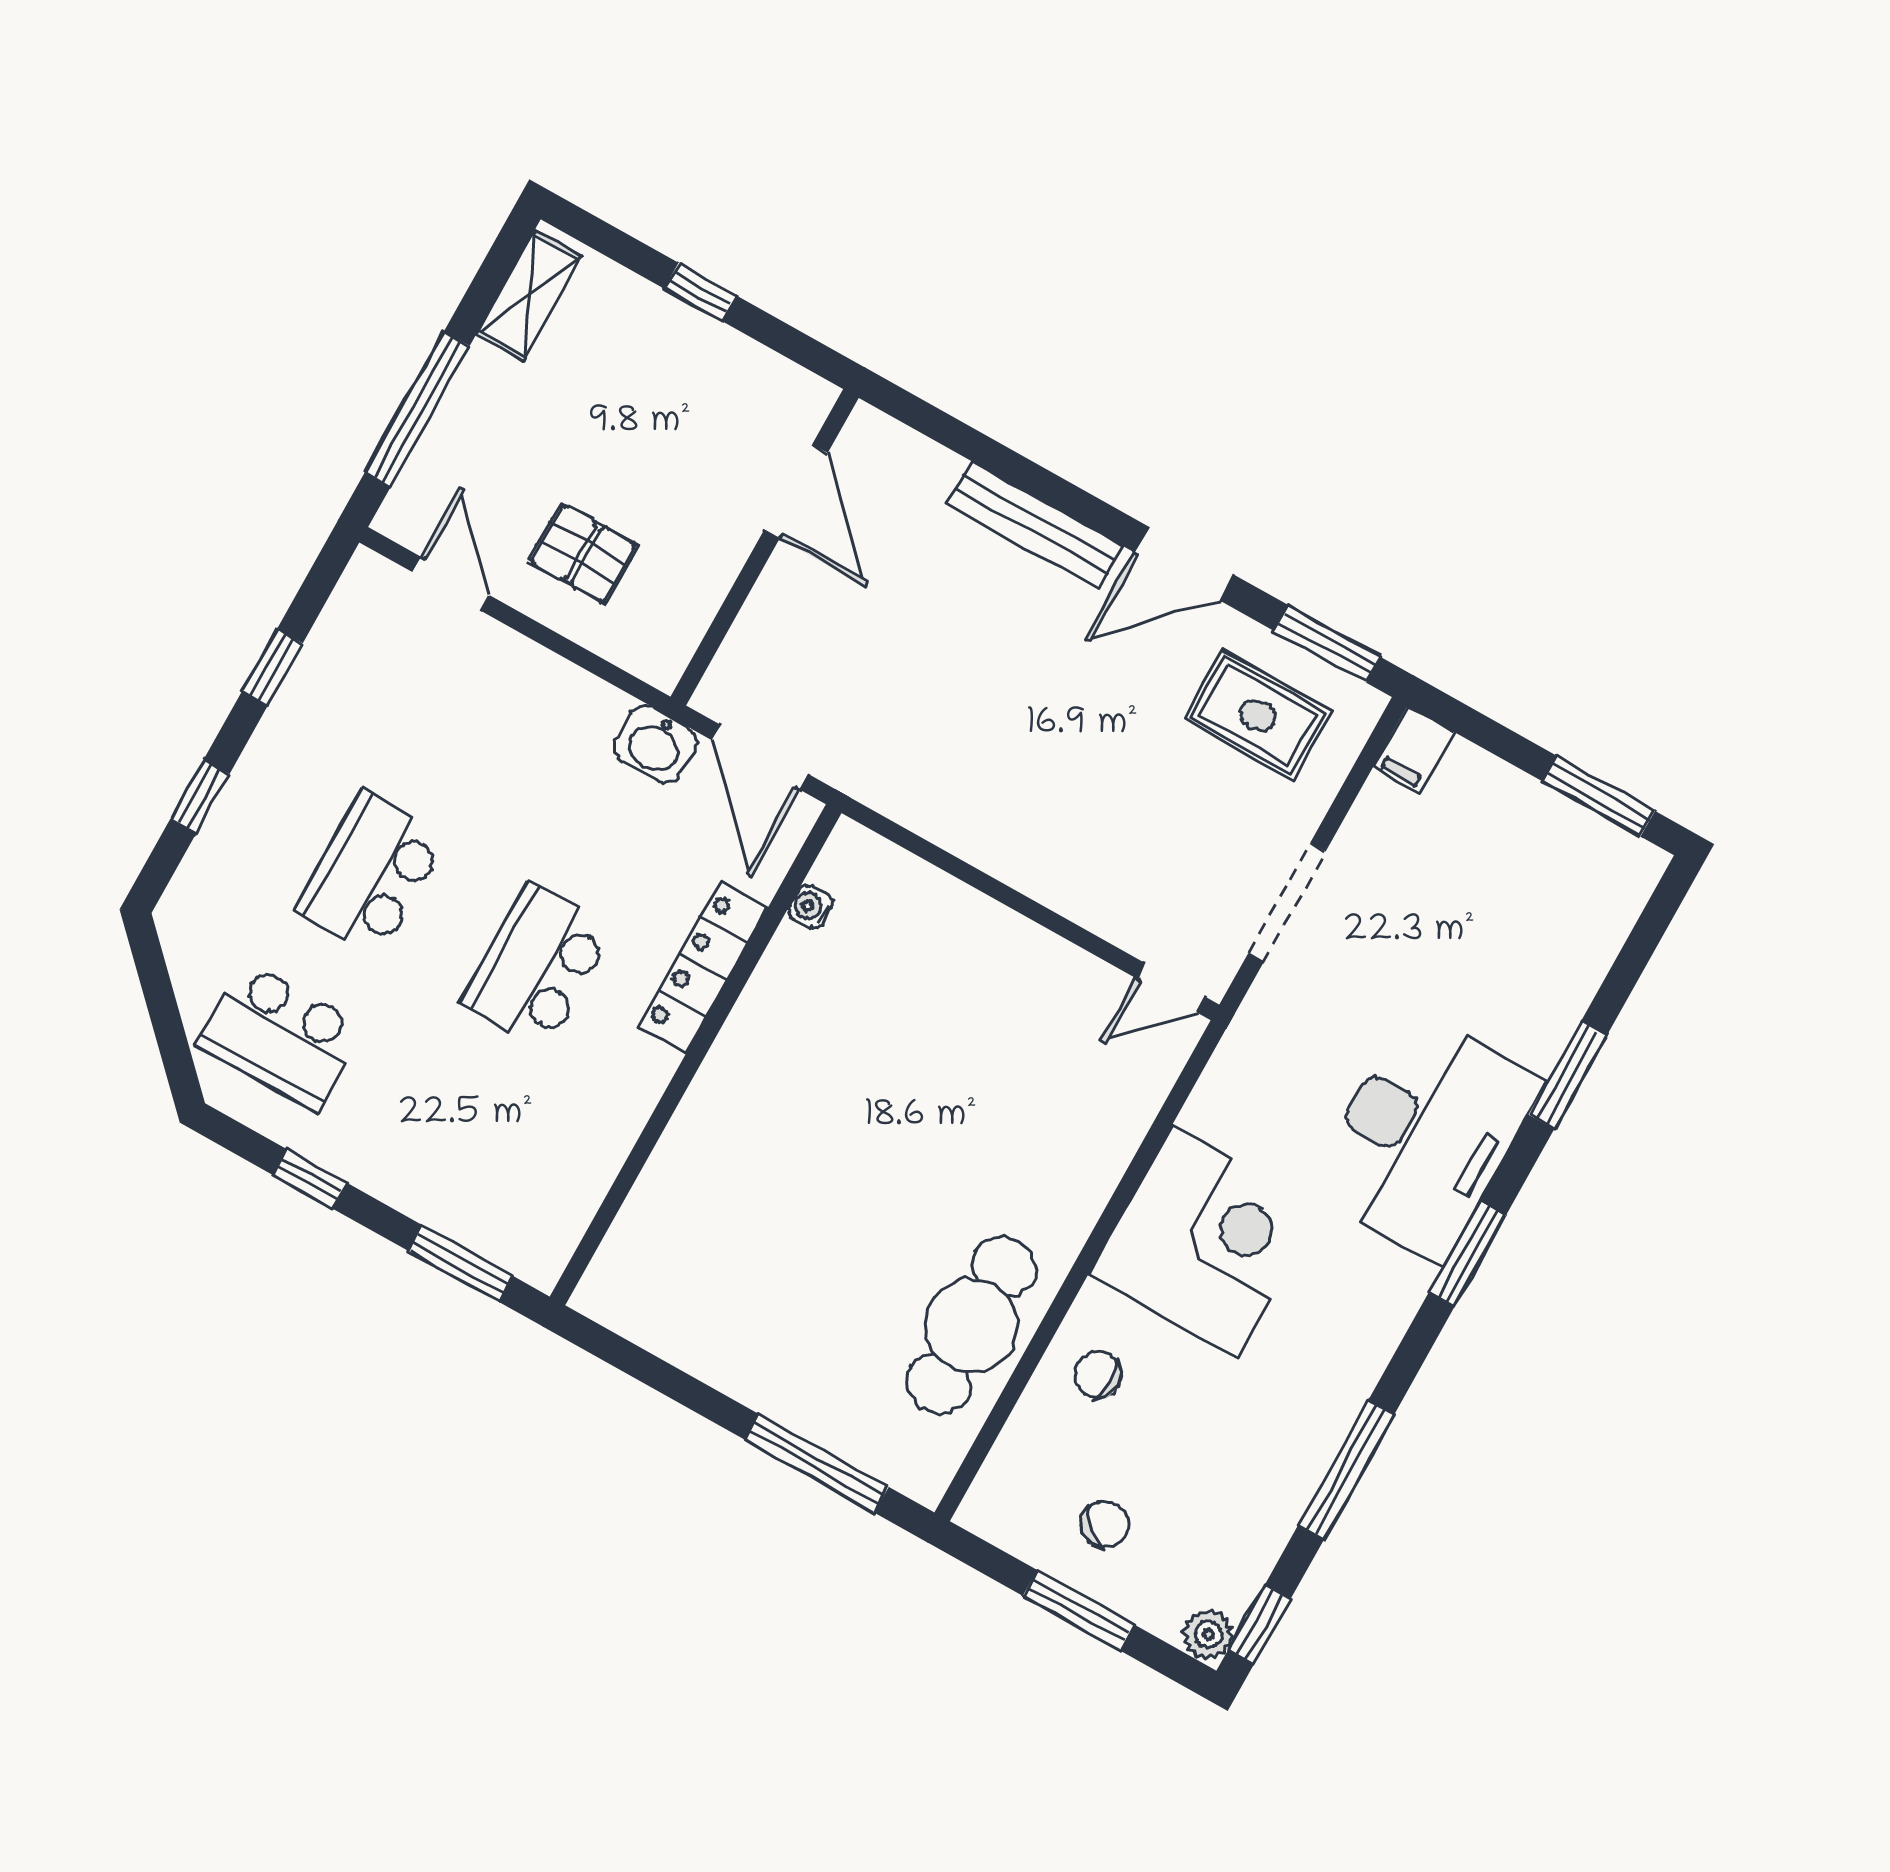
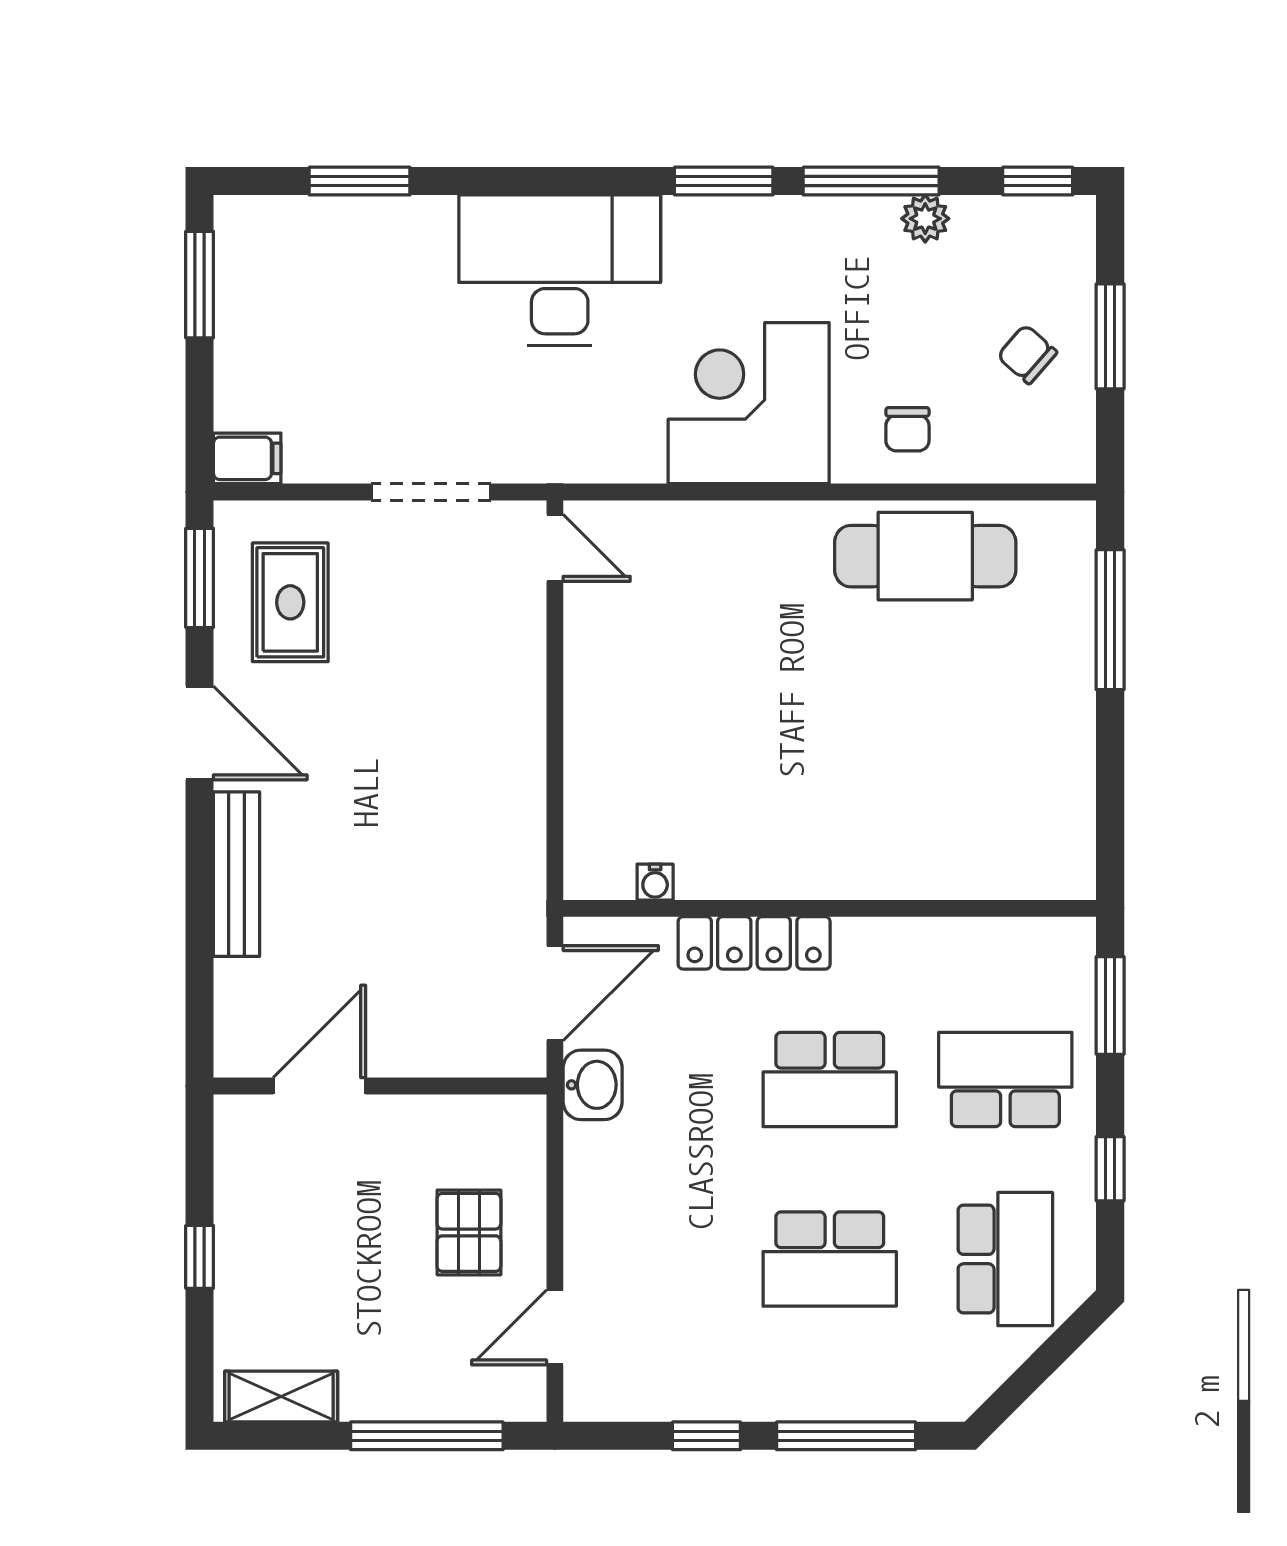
window: (200, 796) -> (846, 1436), width x2.17
window: (1567, 1075) -> (360, 181), moved
school desk: (446, 1128) -> (1005, 1080), added
window: (1467, 1254) -> (724, 181), moved
plant: (1208, 1634) -> (925, 219), moved

